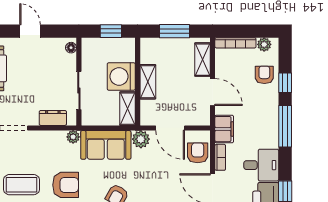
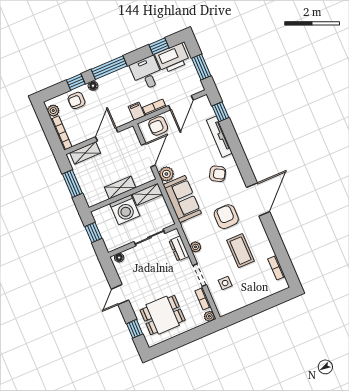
floor lamp: (273, 100) -> (93, 86), added
filing cabinet: (224, 129) -> (137, 111), width x0.50
plant: (73, 137) -> (196, 247), moved

